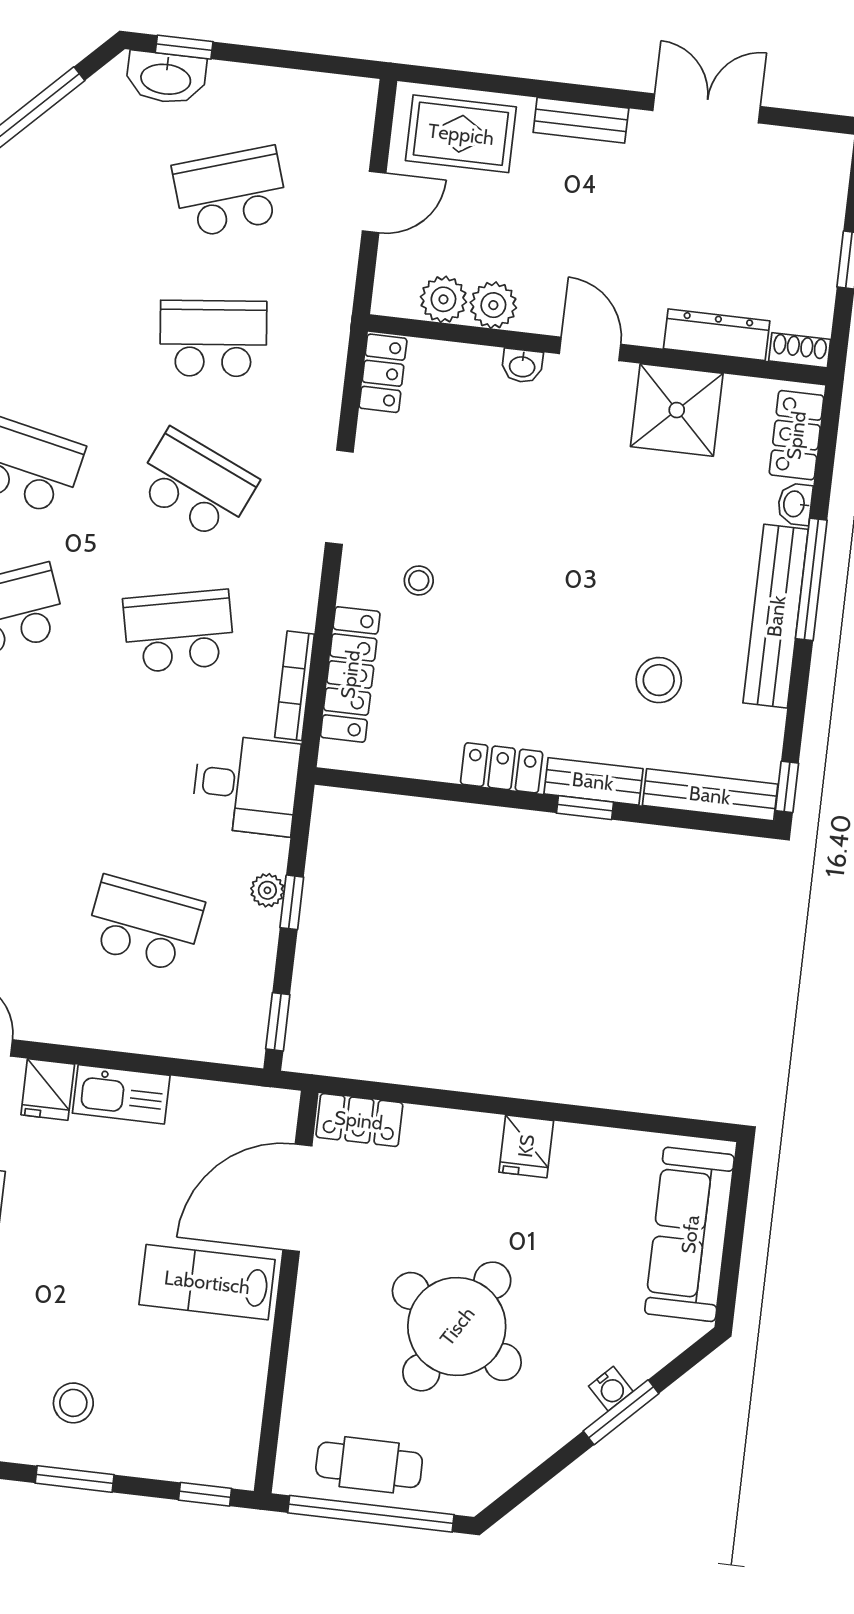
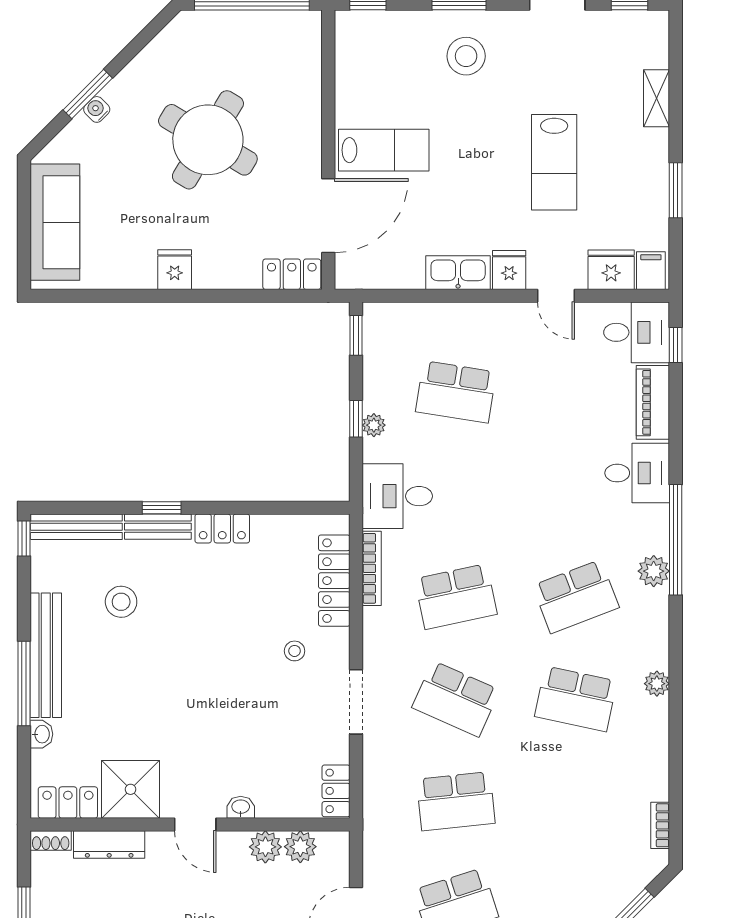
locker: (796, 435) -> (68, 803), moved, turned -90
stool: (73, 1403) -> (466, 56), width x1.38, depth x1.38
cafe table: (369, 1465) -> (257, 37), removed

